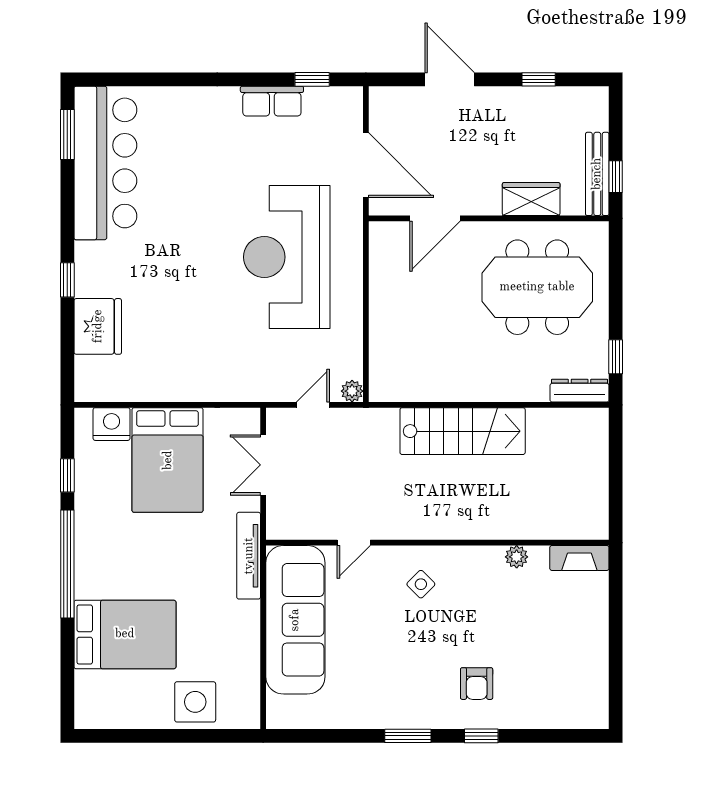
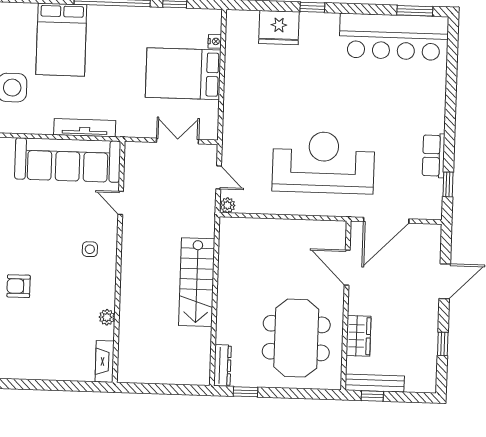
nightstand: (112, 424) -> (215, 41), width x0.53, depth x0.56
tv unit: (249, 556) -> (85, 128), moved
side table: (421, 584) -> (90, 249), turned 45

